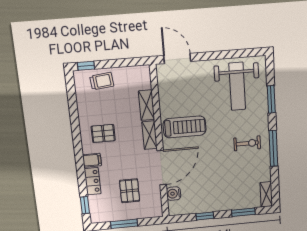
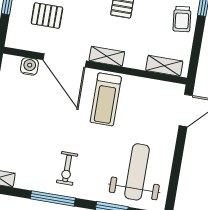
weight bench: (237, 86) -> (137, 172), turned 90
shelving: (146, 105) -> (164, 66), moved

